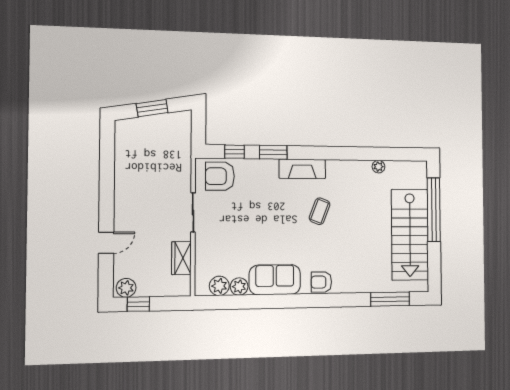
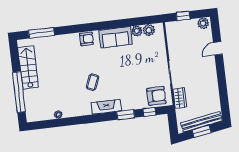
bench: (150, 124) -> (201, 122), added
stairs: (410, 235) -> (28, 67), width x0.73, depth x0.66
wardrobe: (181, 258) -> (180, 98), moved
window: (138, 304) -> (183, 16), moved

